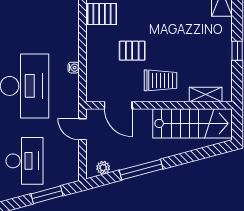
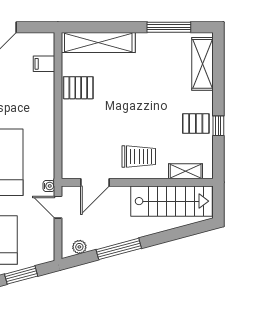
pallet: (132, 51) -> (196, 124), moved
water cooler: (74, 68) -> (49, 186), moved
door: (118, 105) -> (95, 182), hinge flipped

